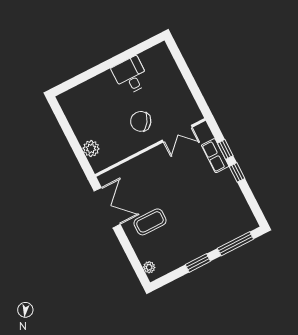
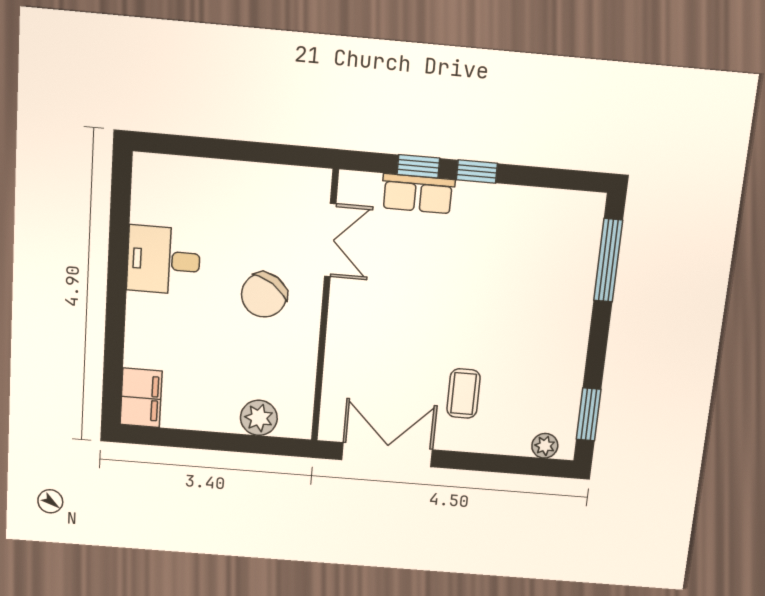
filing cabinet: (71, 98) -> (141, 398), added
coffee table: (150, 222) -> (464, 394), width x0.73, depth x0.77
window: (198, 263) -> (589, 414), moved

